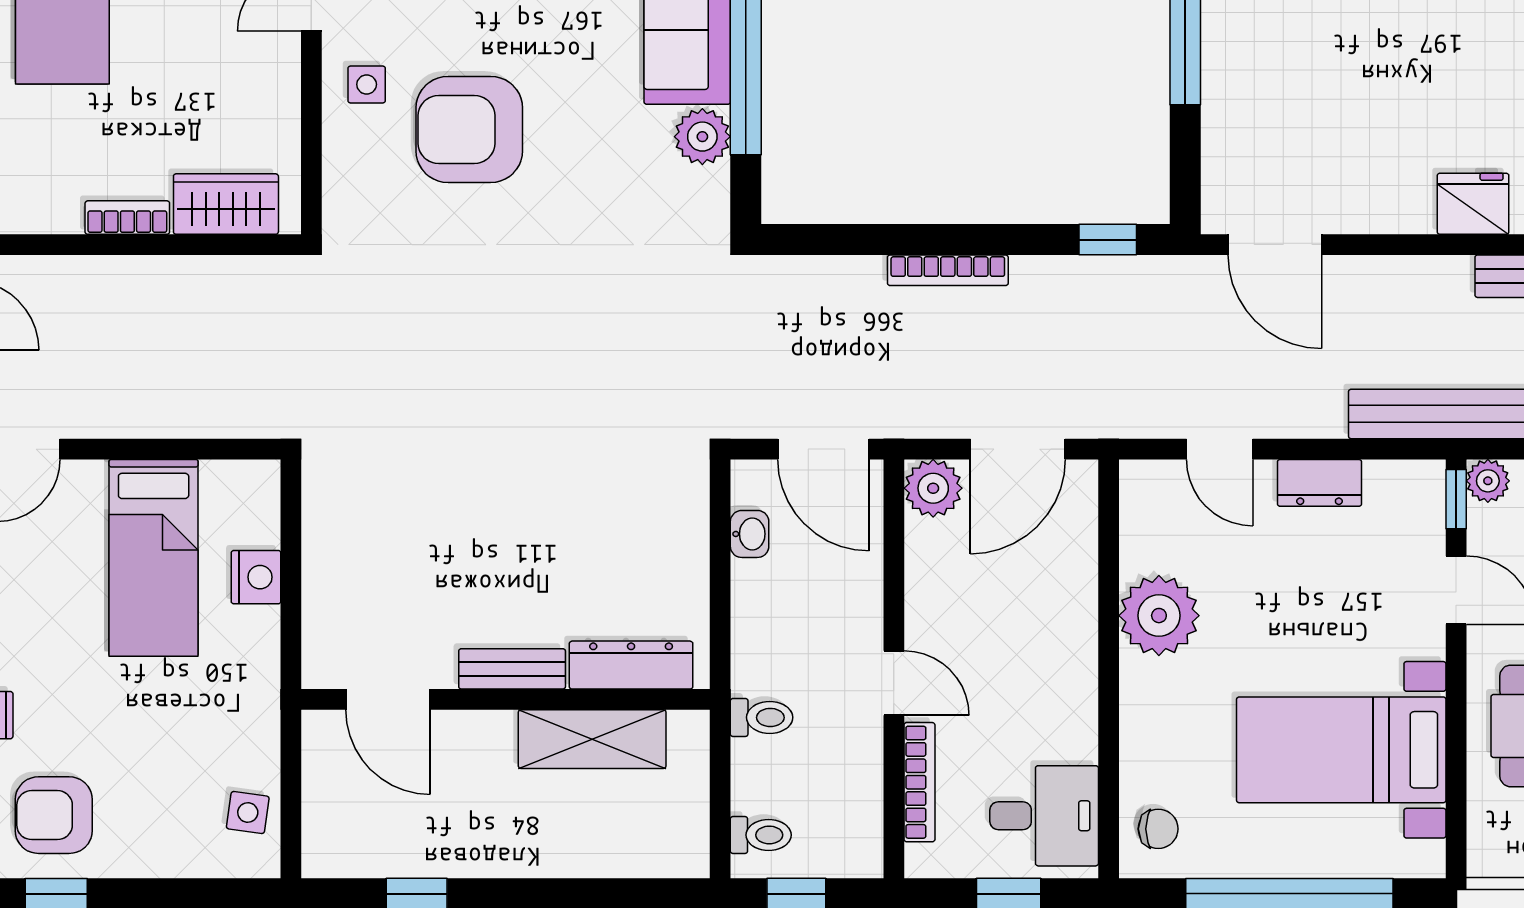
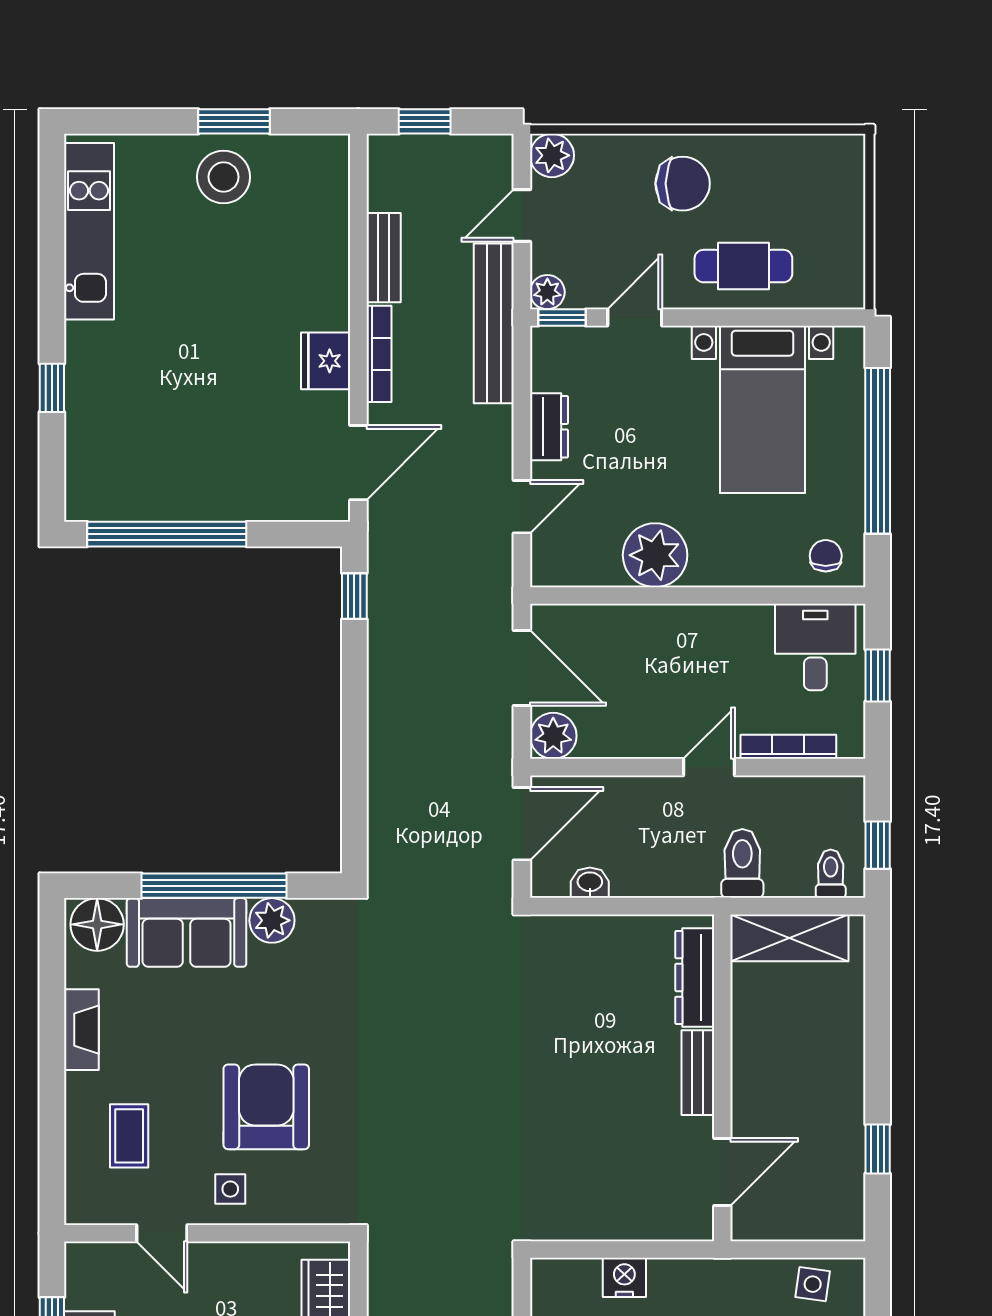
armchair: (469, 129) -> (266, 1107), turned 180
fridge: (1473, 204) -> (326, 361), moved
bookcase: (948, 270) -> (379, 354), moved
toilet: (762, 717) -> (742, 863), width x1.37, depth x1.39
shelving: (592, 739) -> (789, 938), moved, turned 90

